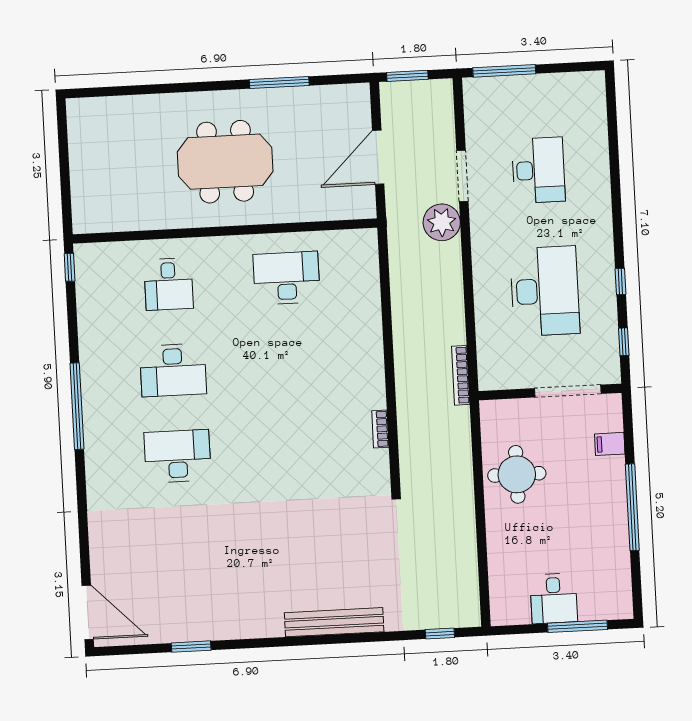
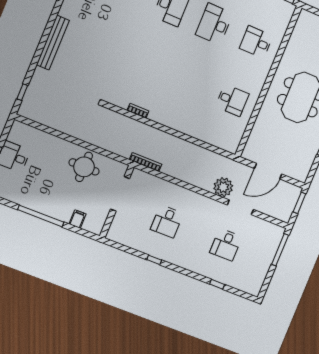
door: (378, 157) -> (268, 171), swing flipped
desk: (538, 170) -> (226, 245), width x0.73
desk: (287, 278) -> (232, 100), width x0.73
desk: (545, 291) -> (167, 221), width x0.53, depth x0.77
window: (624, 342) -> (217, 284), moved
doorway: (568, 391) -> (120, 194), moved

